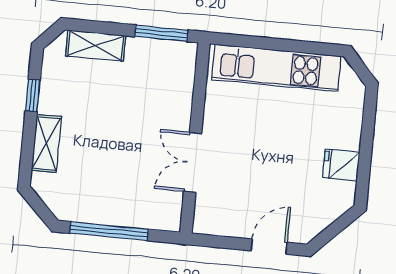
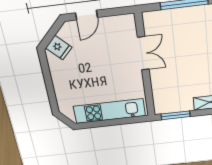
fridge: (341, 165) -> (59, 48), moved, turned 45

